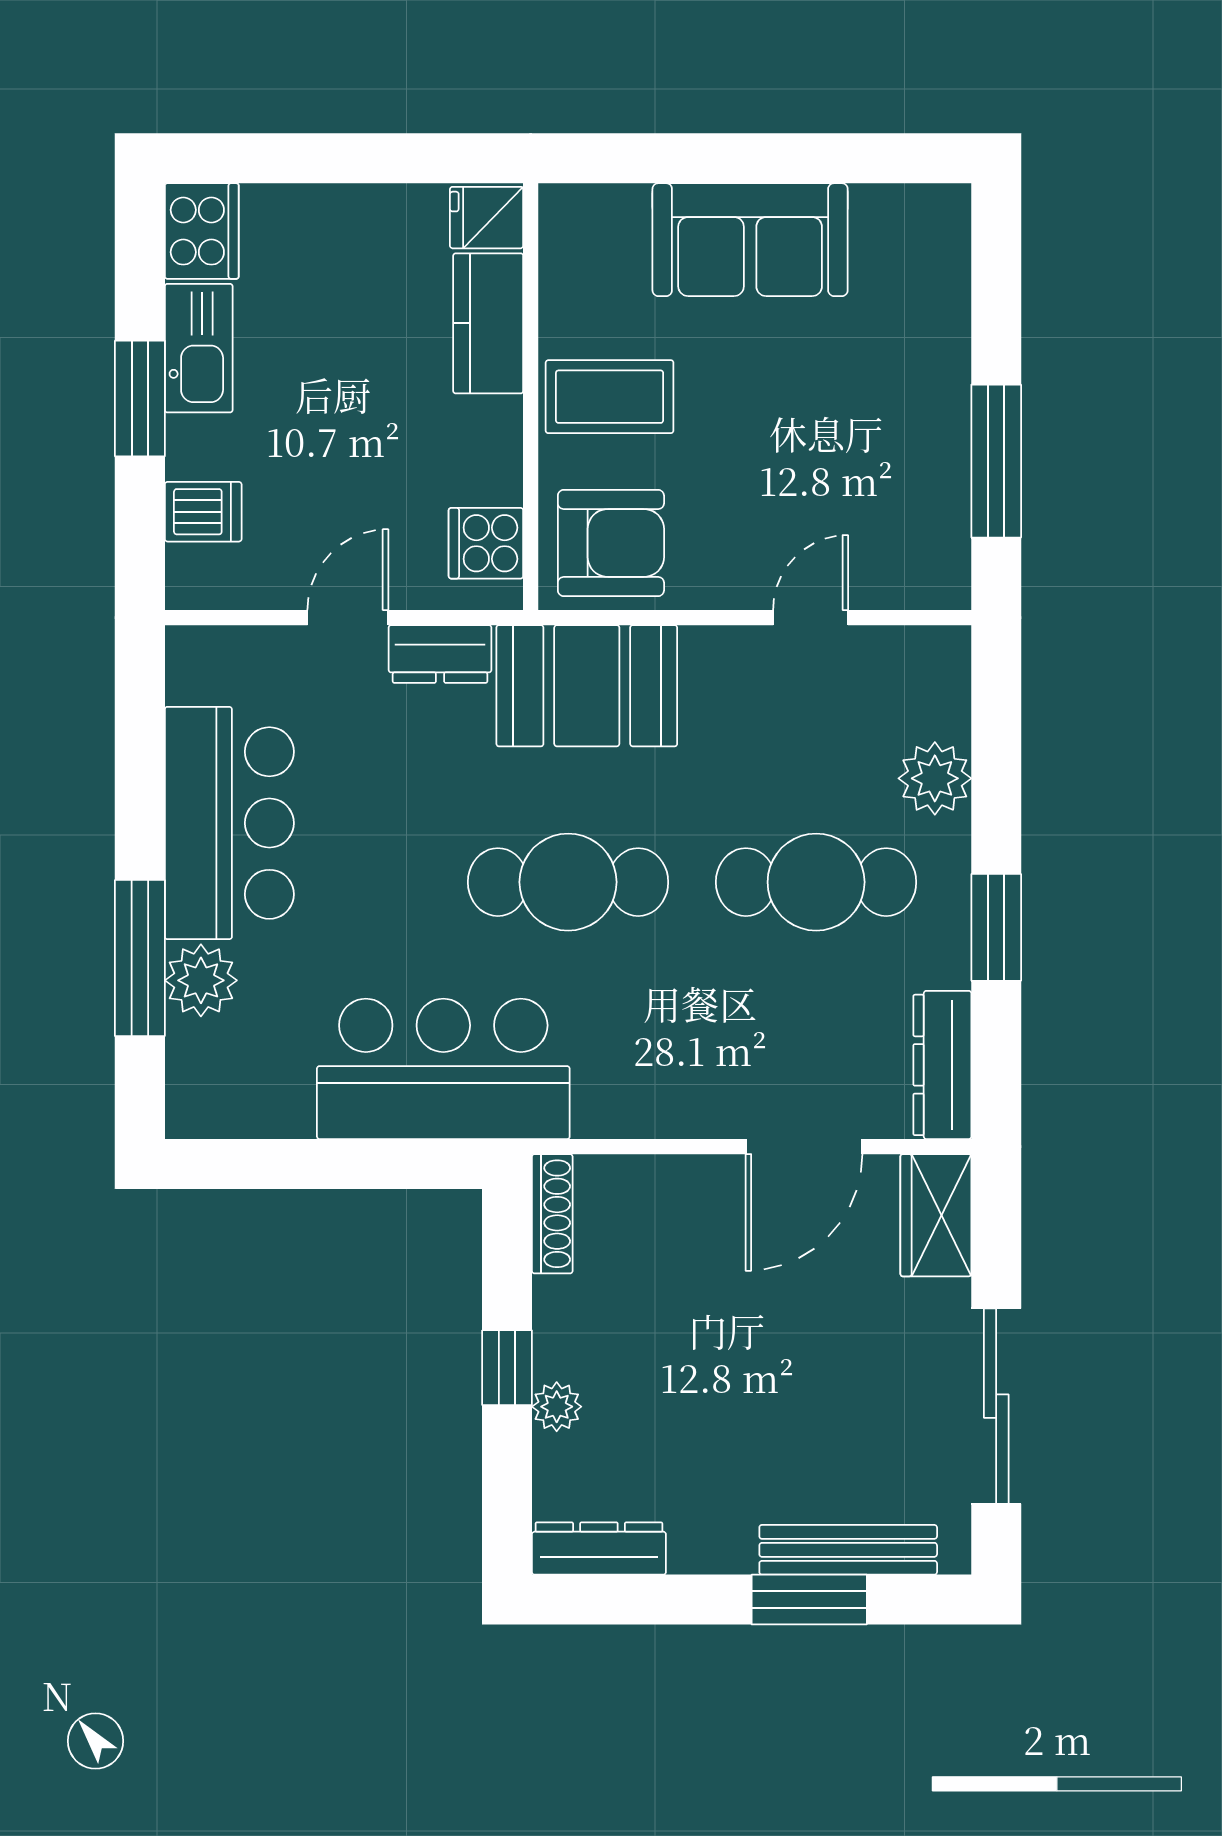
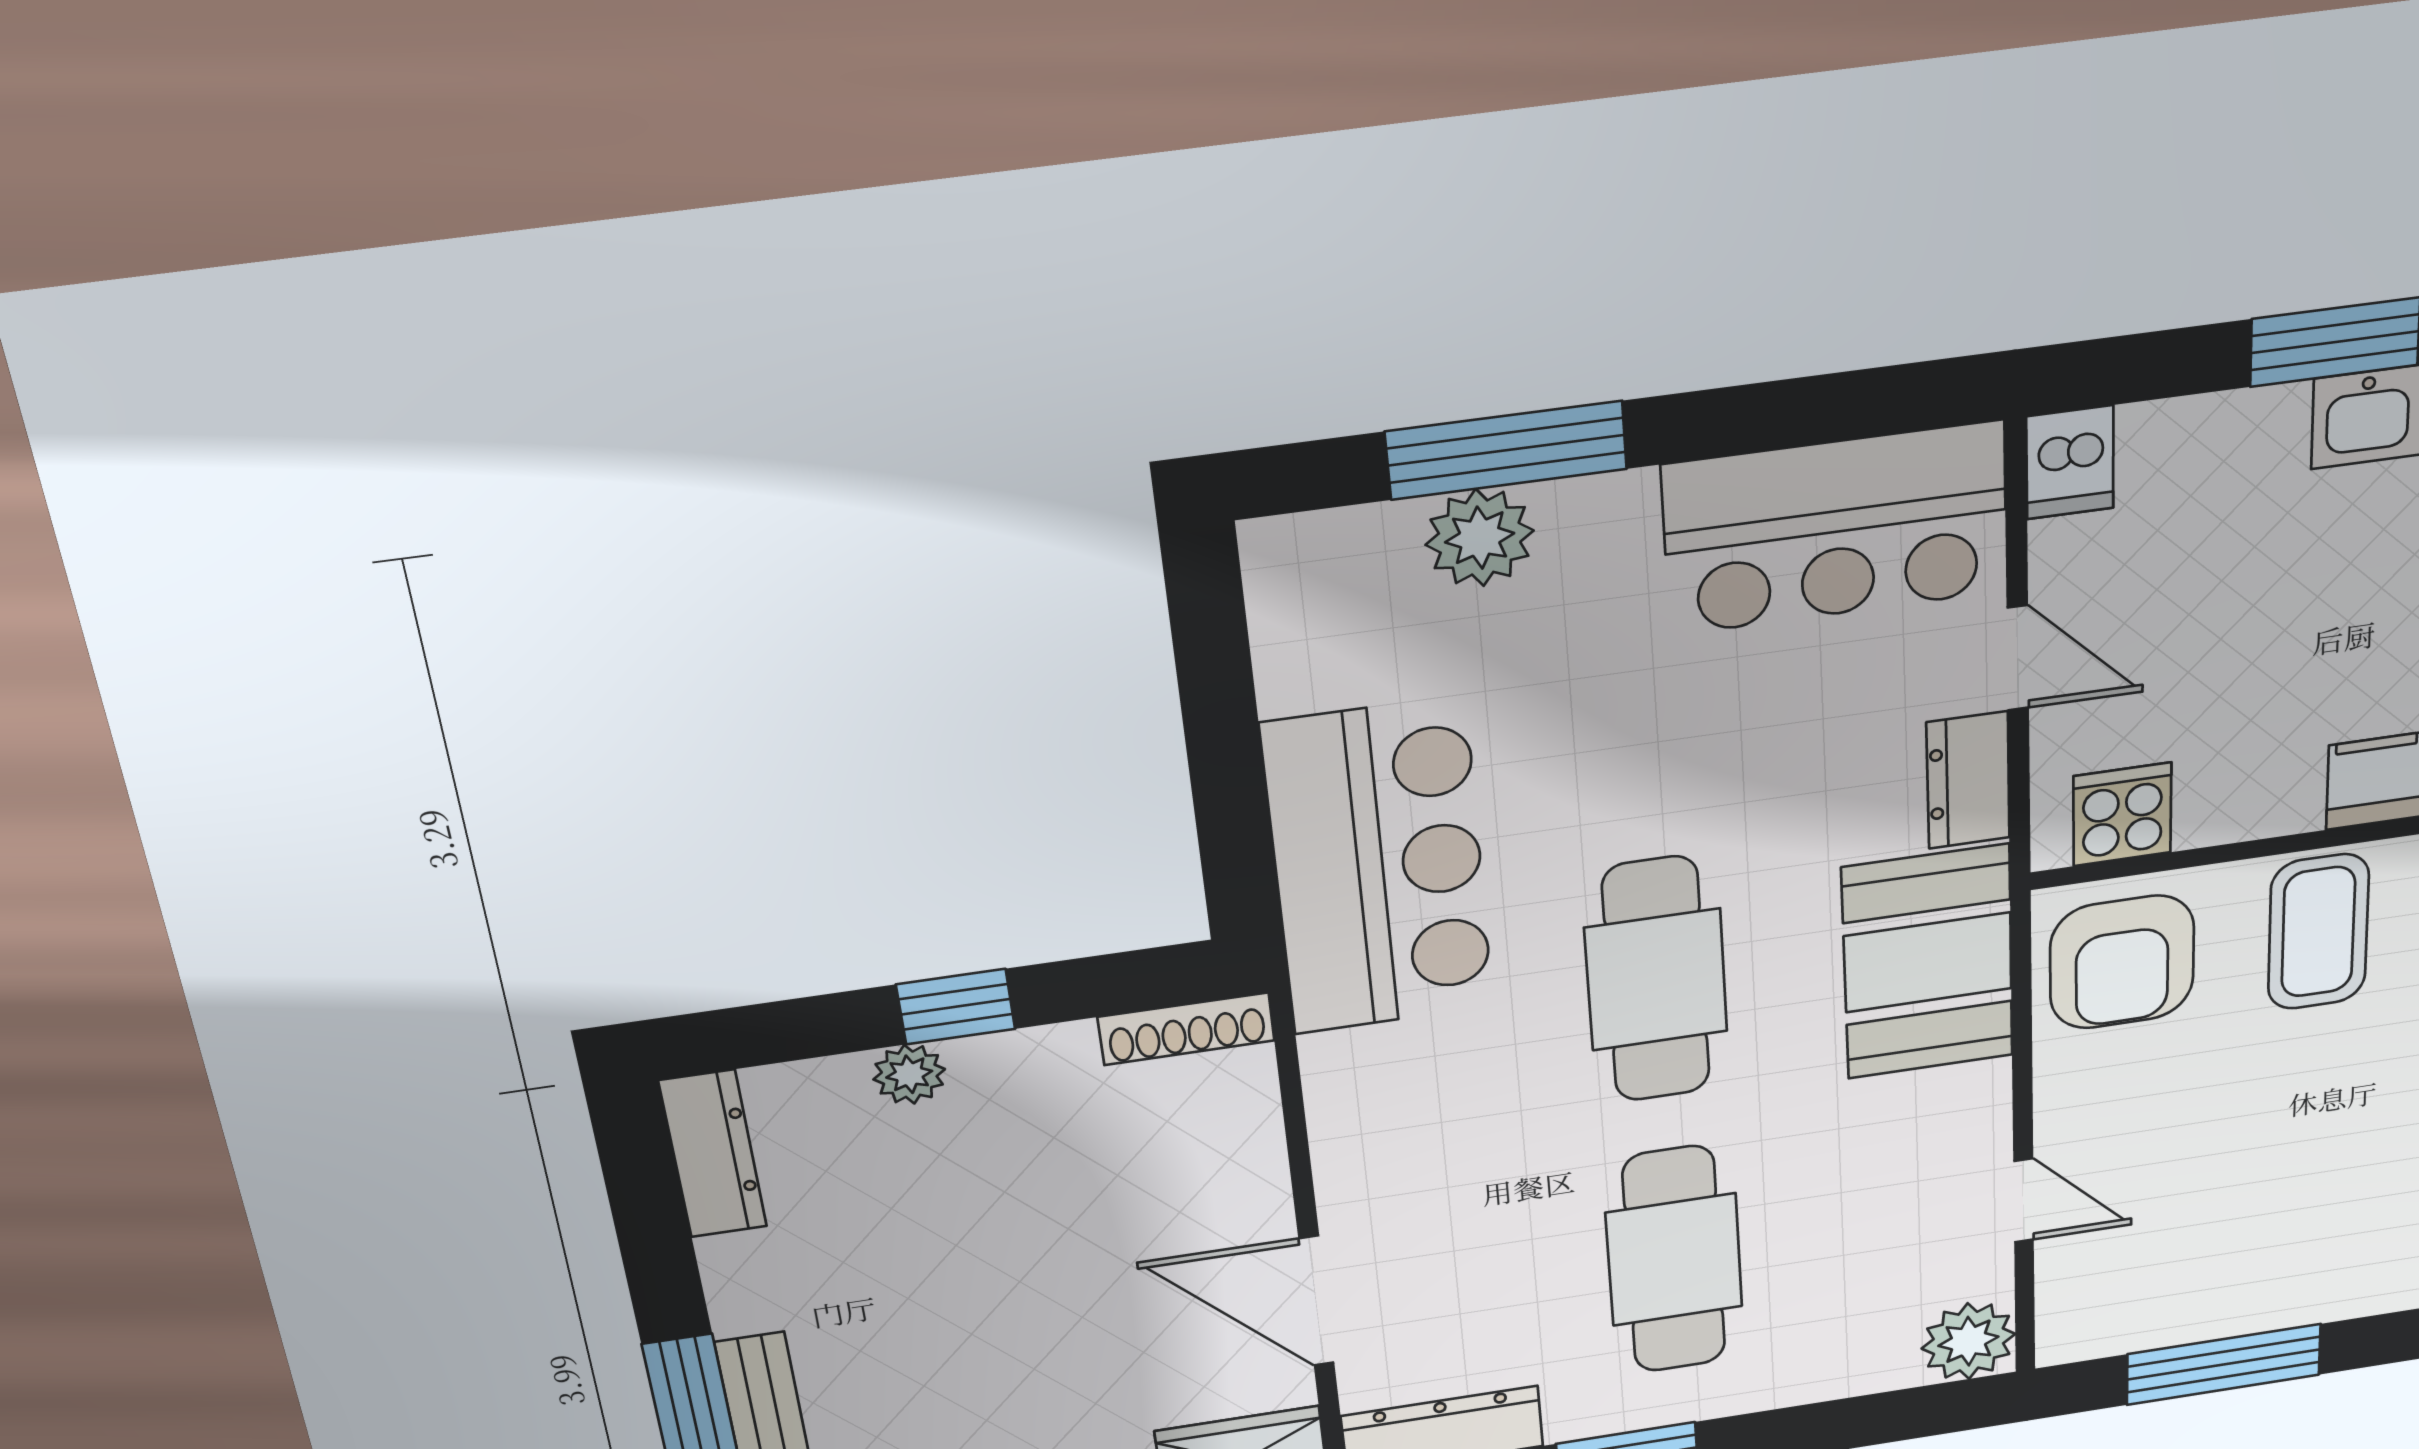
dishwasher: (203, 512) -> (2070, 462), moved
plant: (935, 778) -> (1968, 1341), moved
bar counter: (229, 823) -> (1836, 528), moved

